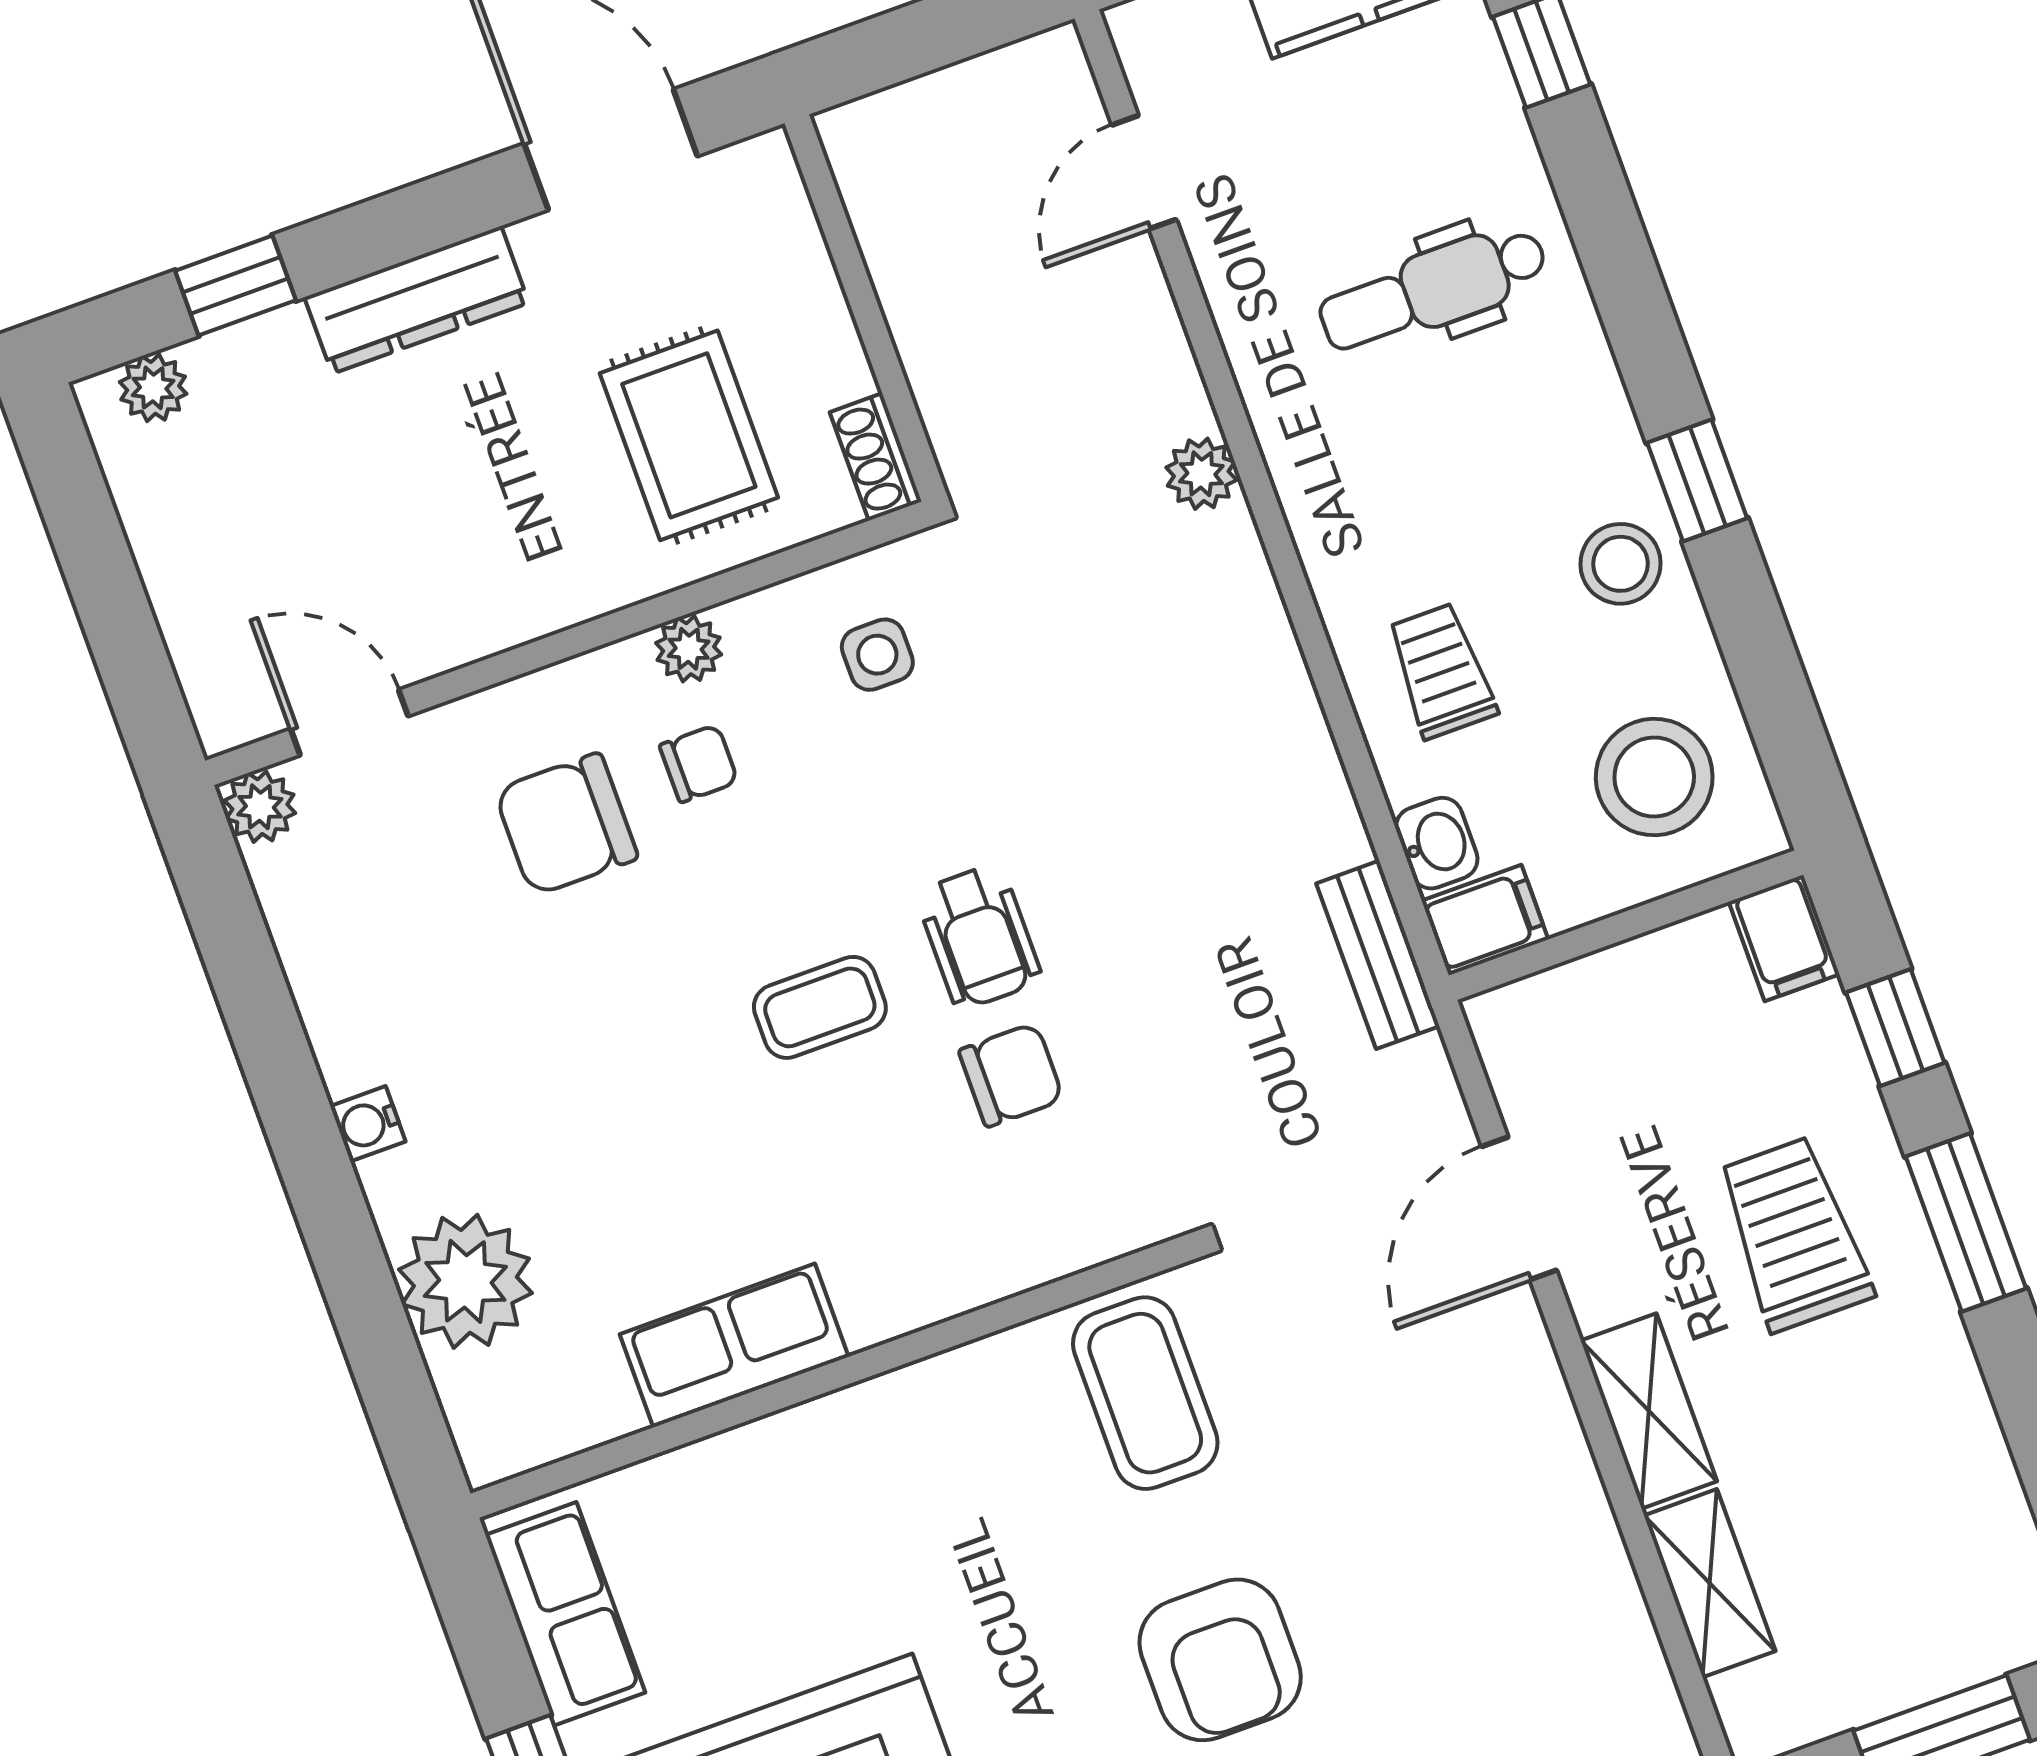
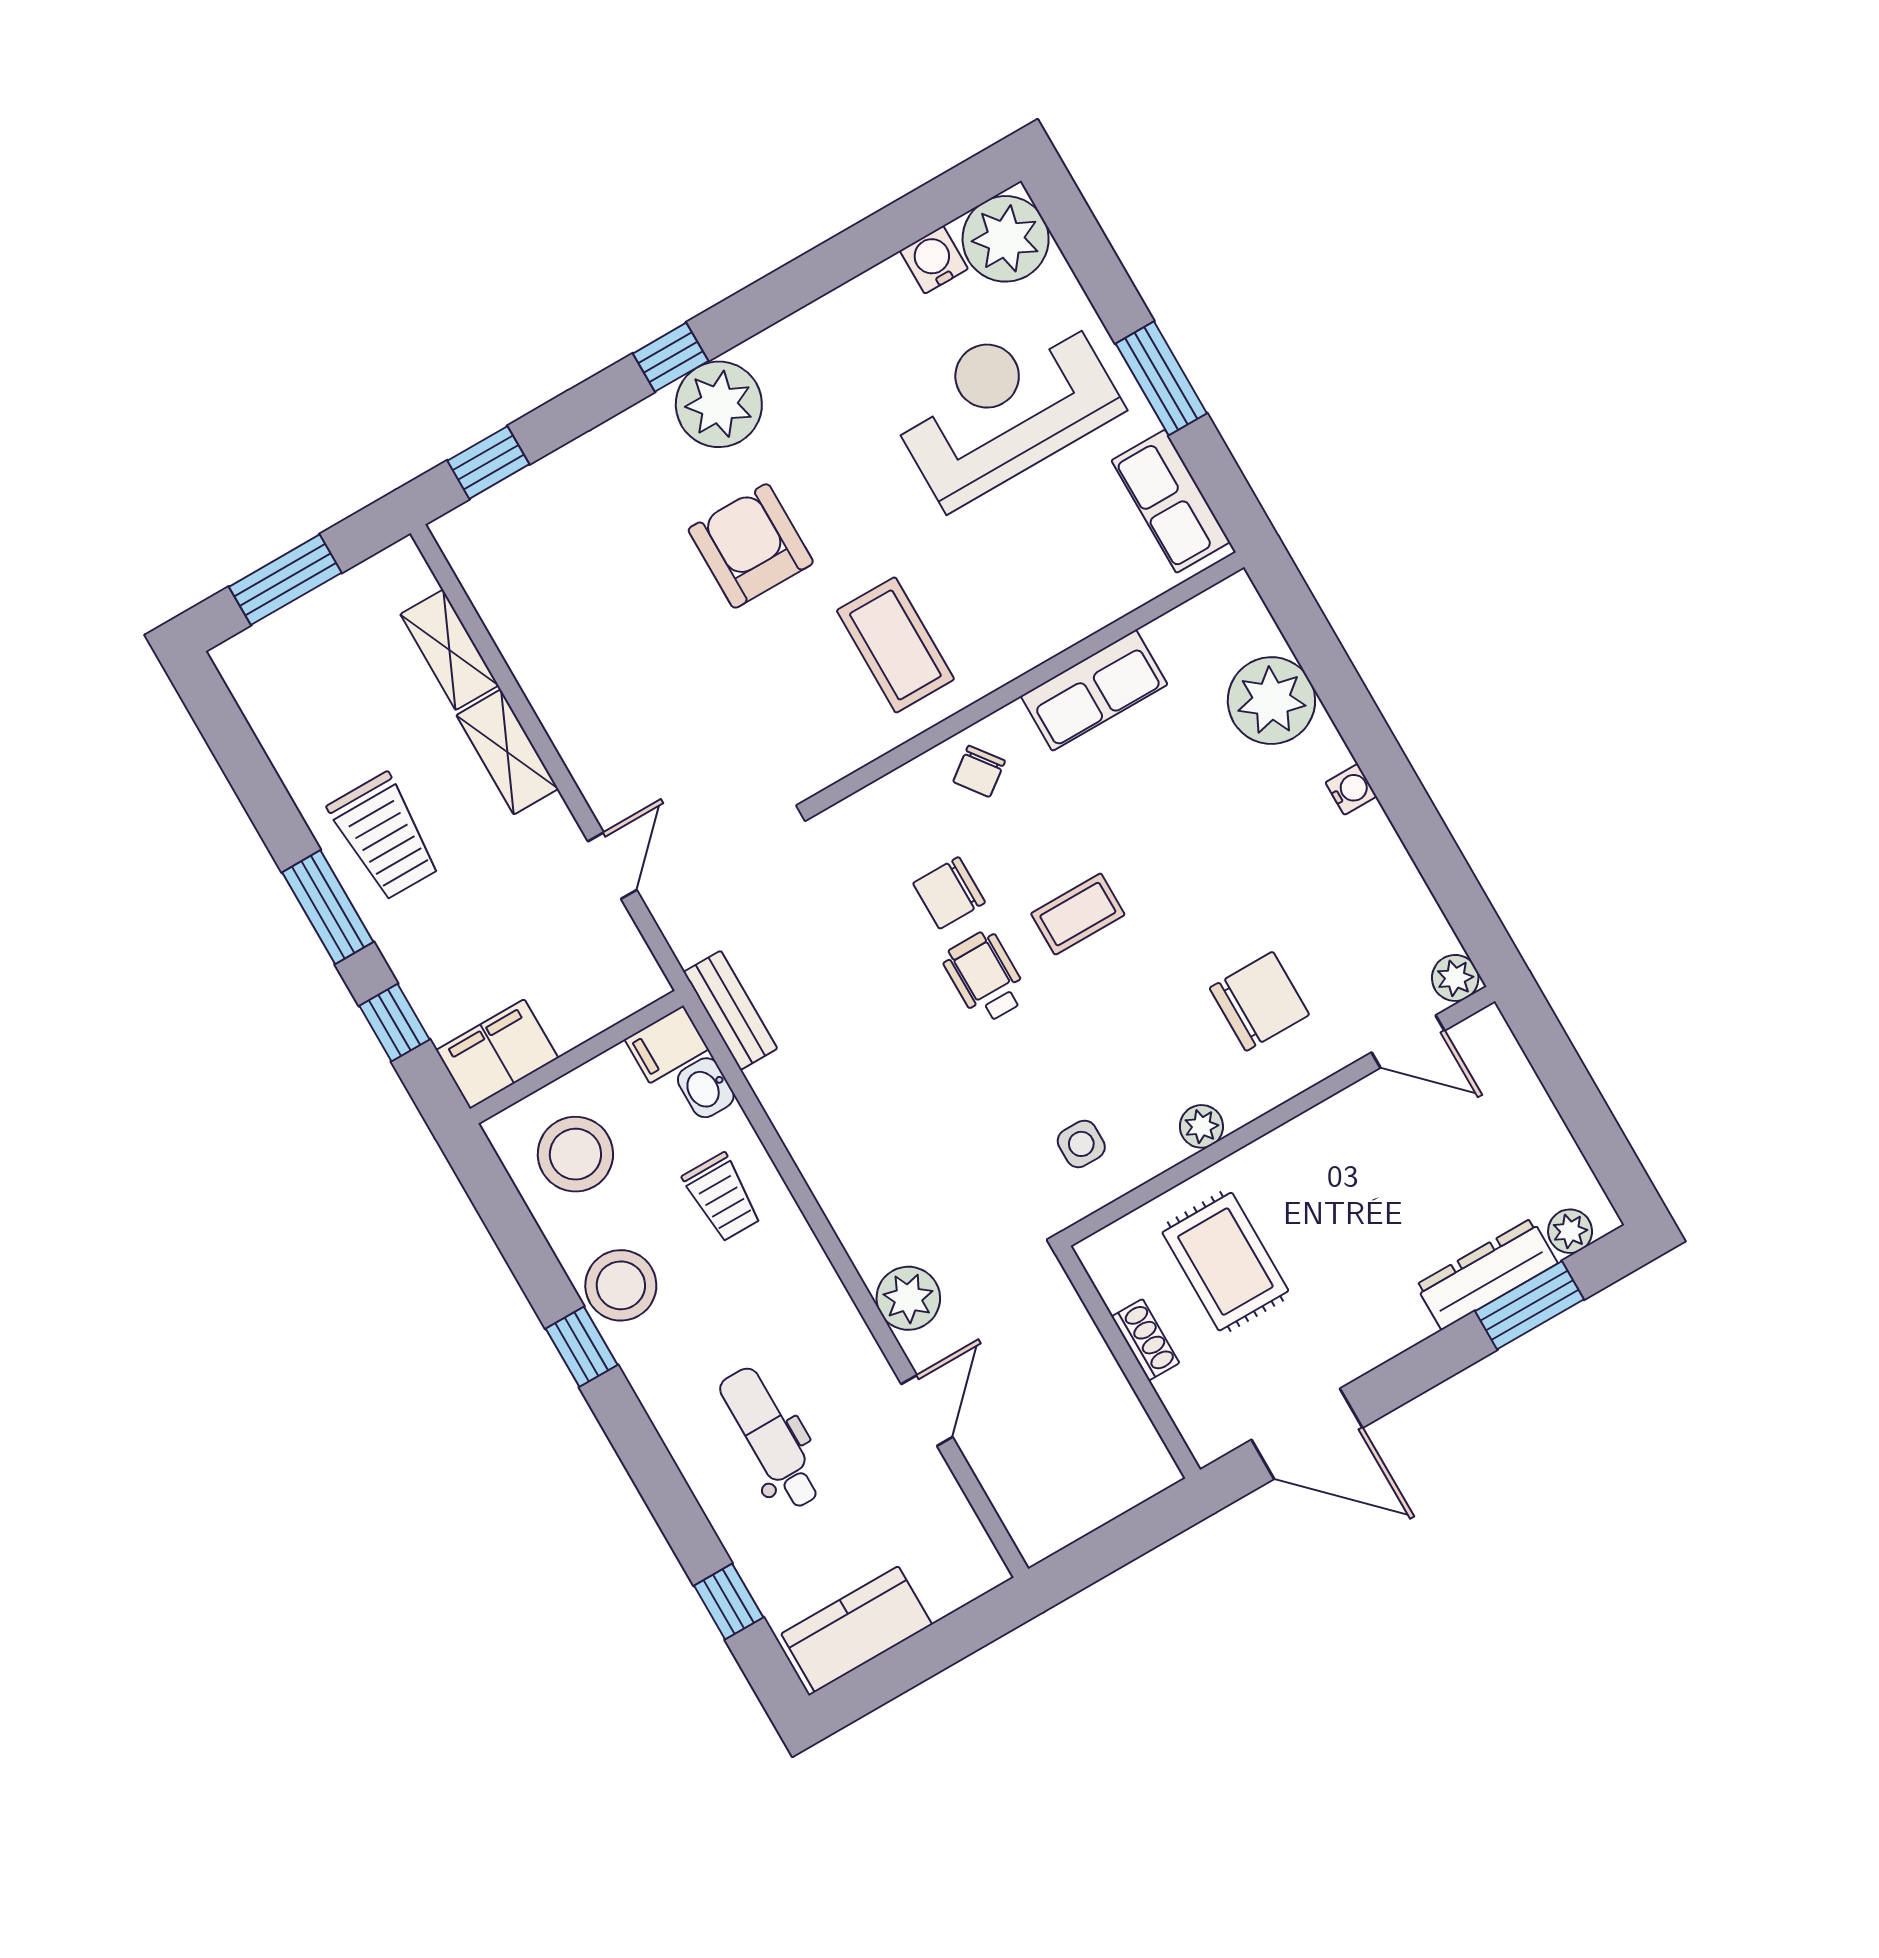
door: (1144, 172) -> (927, 1410), moved
window: (235, 286) -> (1529, 1305), width x1.50
dental chair: (1433, 289) -> (771, 1438), turned -90
dresser: (417, 300) -> (1487, 1274), moved
shoe rack: (876, 457) -> (1146, 1340), moved
plant: (1201, 474) -> (908, 1298), width x1.38, depth x1.38
stool: (1620, 564) -> (621, 1285), width x1.38, depth x1.38
chair: (699, 763) -> (979, 771), moved, turned -37
filing cabinet: (1784, 938) -> (497, 1054), width x2.00
door: (1519, 1208) -> (612, 866), width x0.73
trolley: (1794, 1234) -> (385, 837), moved
coffee table: (1145, 1393) -> (895, 645), moved

